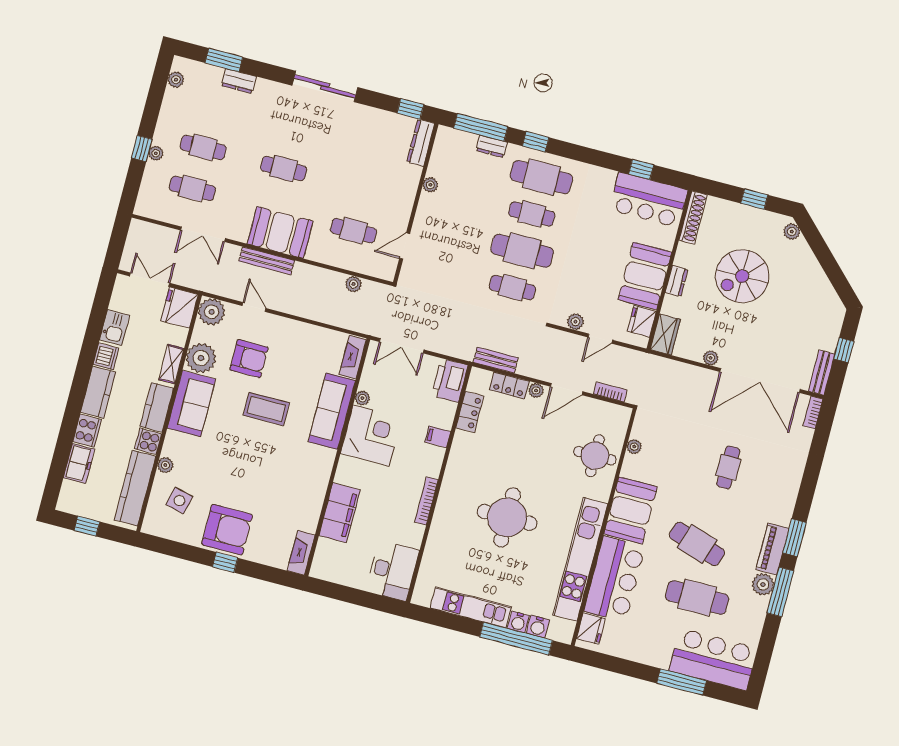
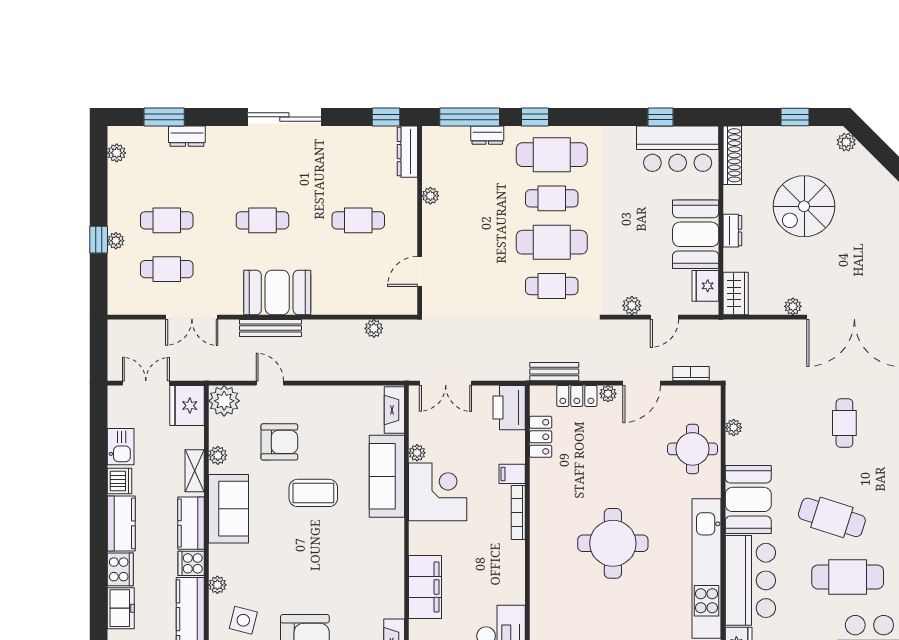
cafe table: (353, 231) -> (358, 220), moved
plant: (201, 358) -> (218, 455), width x0.53, depth x0.53
bookcase: (426, 501) -> (518, 513), moved

